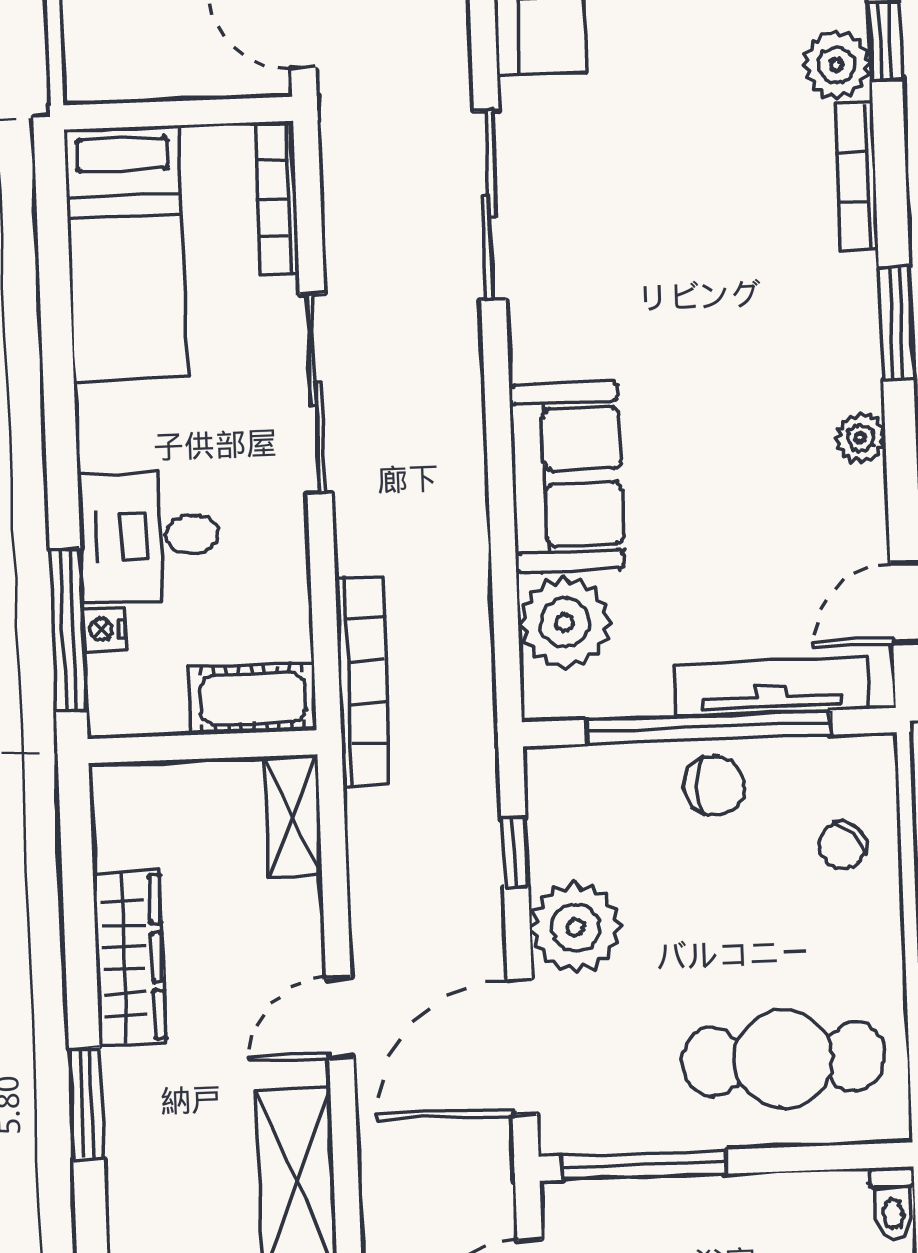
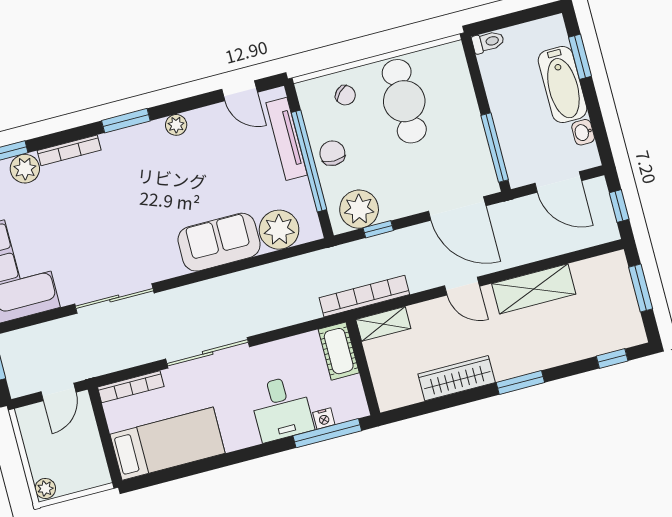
bookcase: (363, 682) -> (364, 296), moved
plant: (575, 928) -> (359, 209), moved
cafe table: (783, 1059) -> (404, 101), moved

